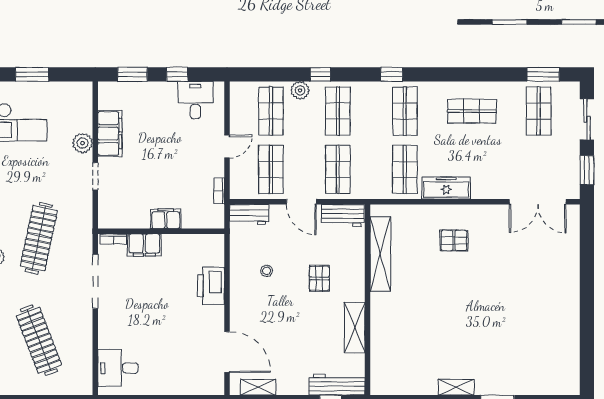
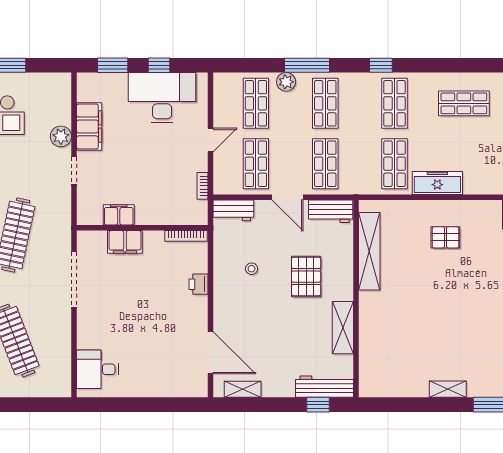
window: (320, 74) -> (307, 65), width x2.17
desk: (195, 100) -> (162, 98), width x1.87, depth x1.30
filing cabinet: (166, 219) -> (119, 215), moved
bookcase: (113, 239) -> (186, 236), moved, width x1.56
pallet: (319, 278) -> (306, 277), width x1.50, depth x1.42
printer: (211, 286) -> (198, 284), width x0.53, depth x0.68

